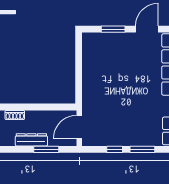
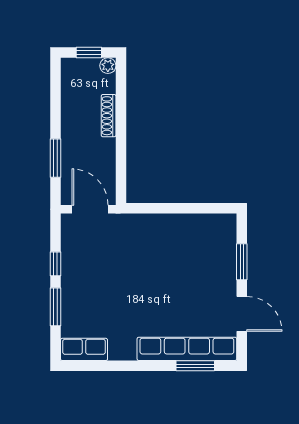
shoe rack: (15, 115) -> (109, 116), width x1.43
dresser: (31, 140) -> (70, 135), removed

